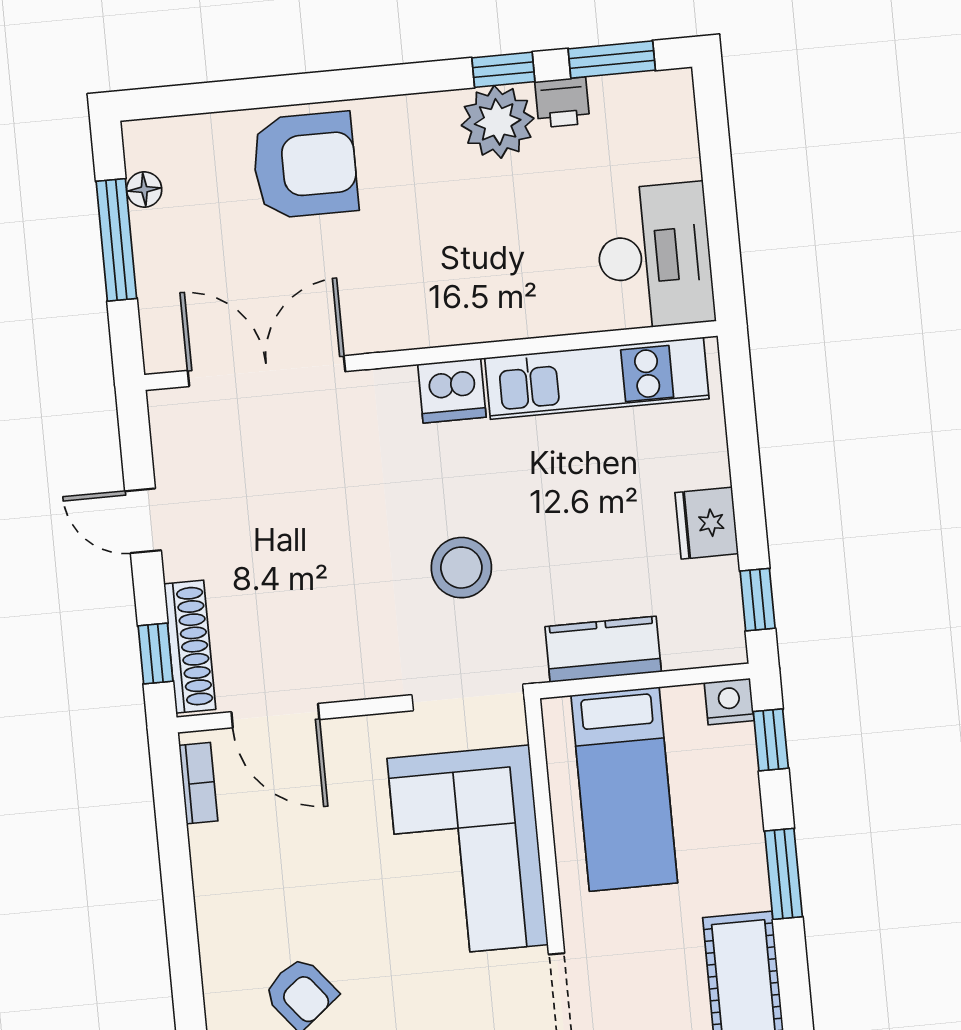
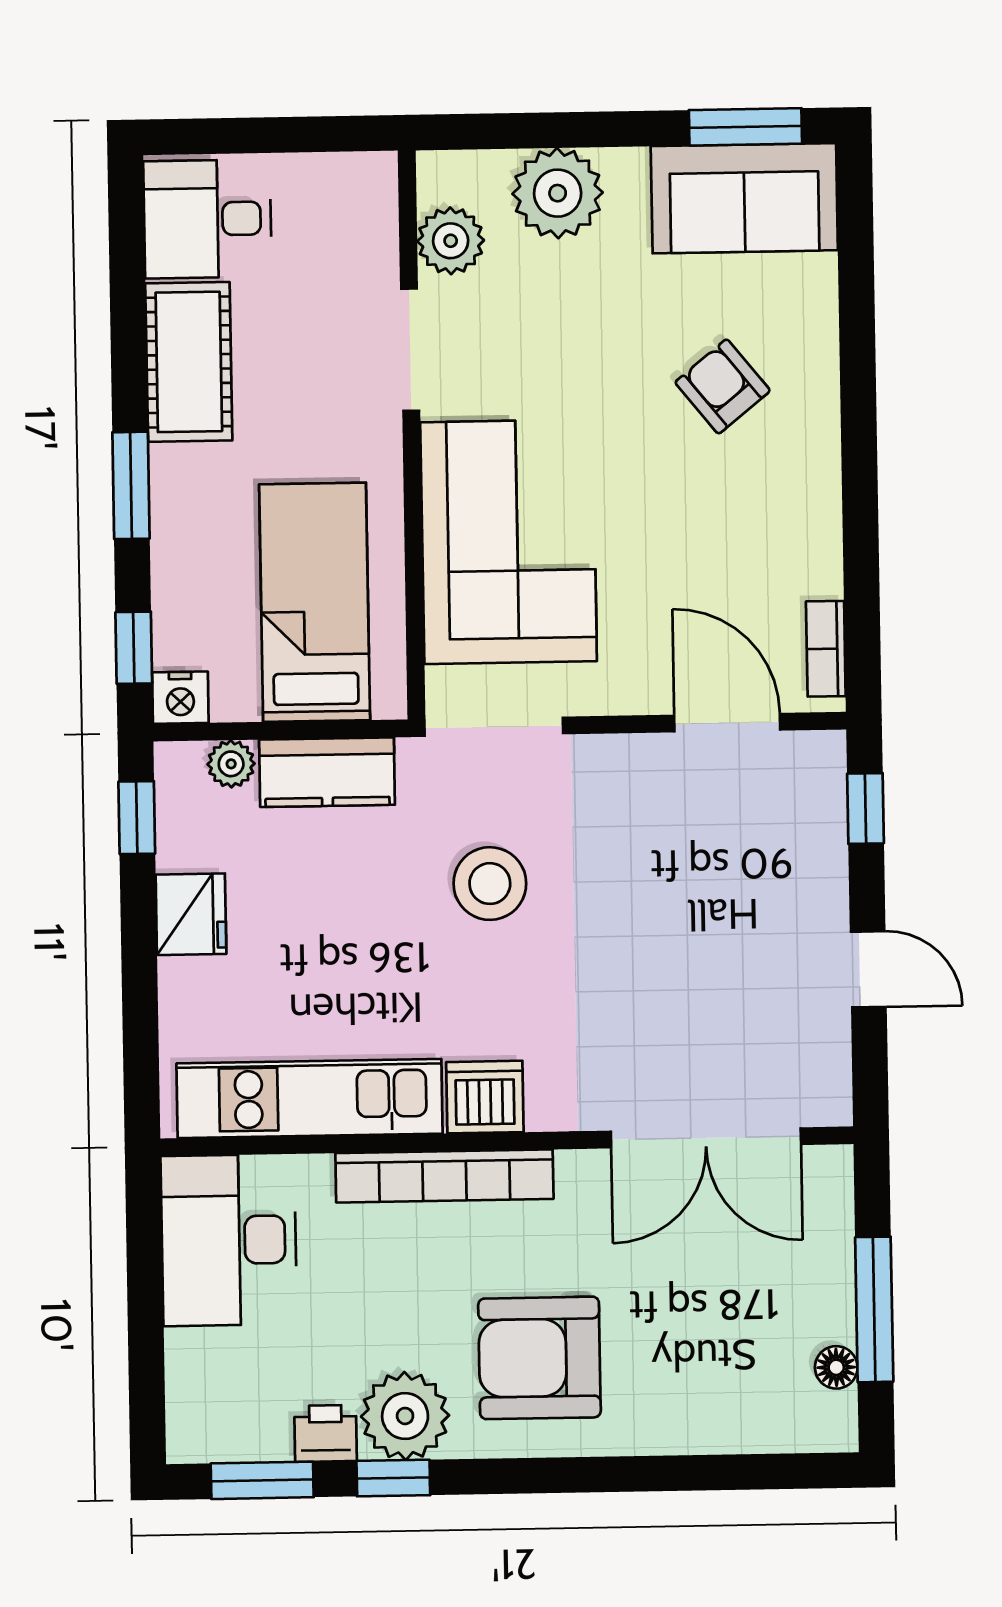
armchair: (305, 165) -> (539, 1358), moved
bookcase: (480, 323) -> (444, 1176), added
shoe rack: (190, 647) -> (824, 814), removed
plant: (683, 650) -> (231, 764), added

